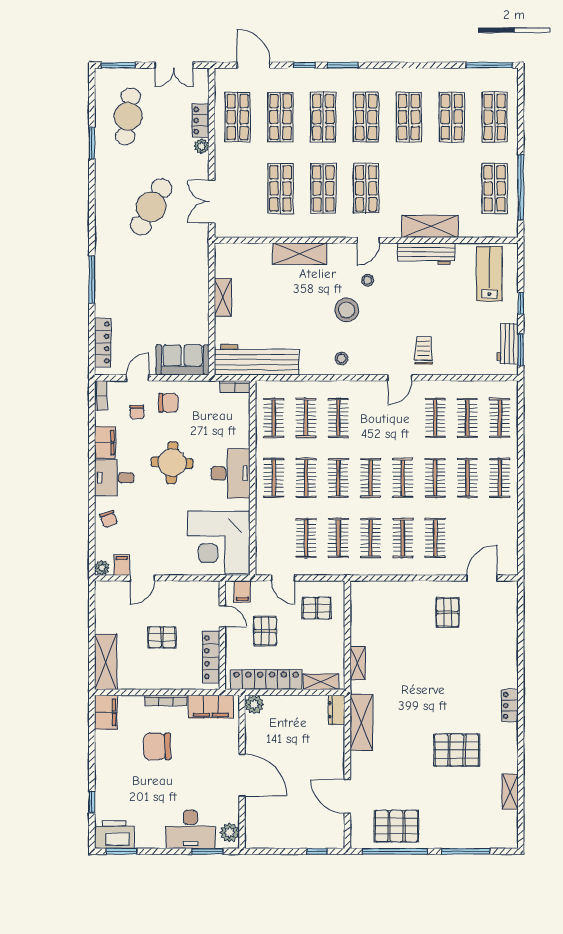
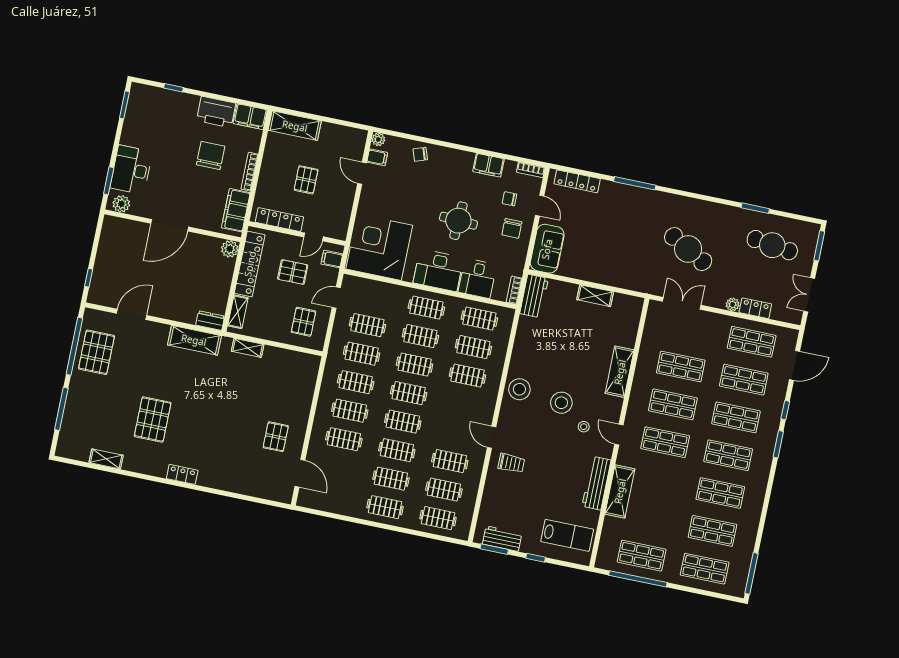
stool: (341, 358) -> (519, 389), width x1.89, depth x1.89
workbench: (256, 360) -> (534, 296), width x0.53, depth x0.76
desk: (114, 478) -> (477, 278), moved, turned 180
pallet: (448, 612) -> (276, 437), turned 90
printer: (114, 835) -> (216, 112), moved, turned 90

